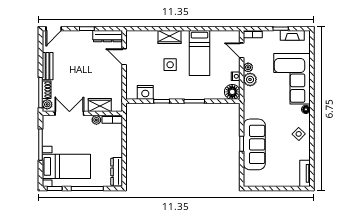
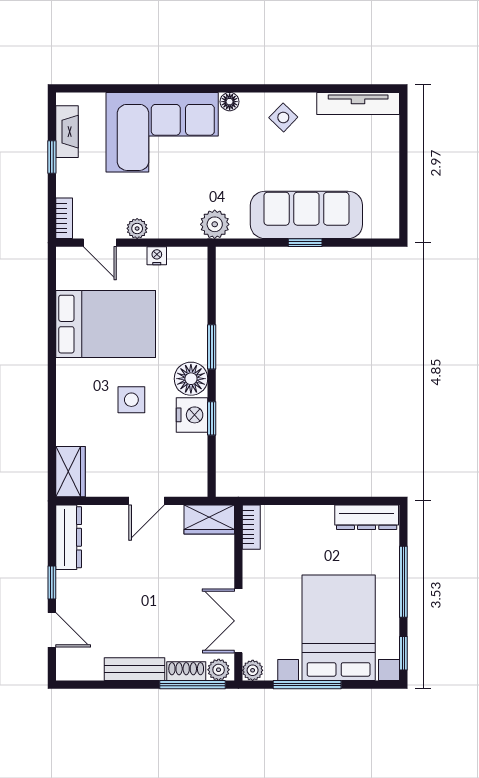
door: (54, 29) -> (52, 630), moved
wardrobe: (169, 37) -> (71, 472), moved
door: (242, 50) -> (100, 243), hinge flipped
bed: (200, 53) -> (106, 324), width x1.50
door: (124, 57) -> (147, 501), moved
plant: (250, 80) -> (215, 224), moved
nightstand: (145, 92) -> (192, 415), moved
floor lamp: (232, 92) -> (191, 379), moved
wardrobe: (100, 105) -> (209, 519), moved, turned -90
plant: (96, 120) -> (253, 670), moved
bed with nightstands: (66, 166) -> (339, 628), width x1.36
tv unit: (305, 173) -> (358, 103), width x1.41

